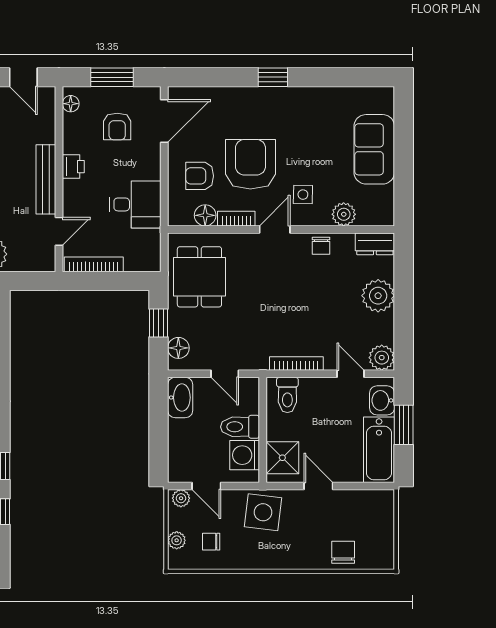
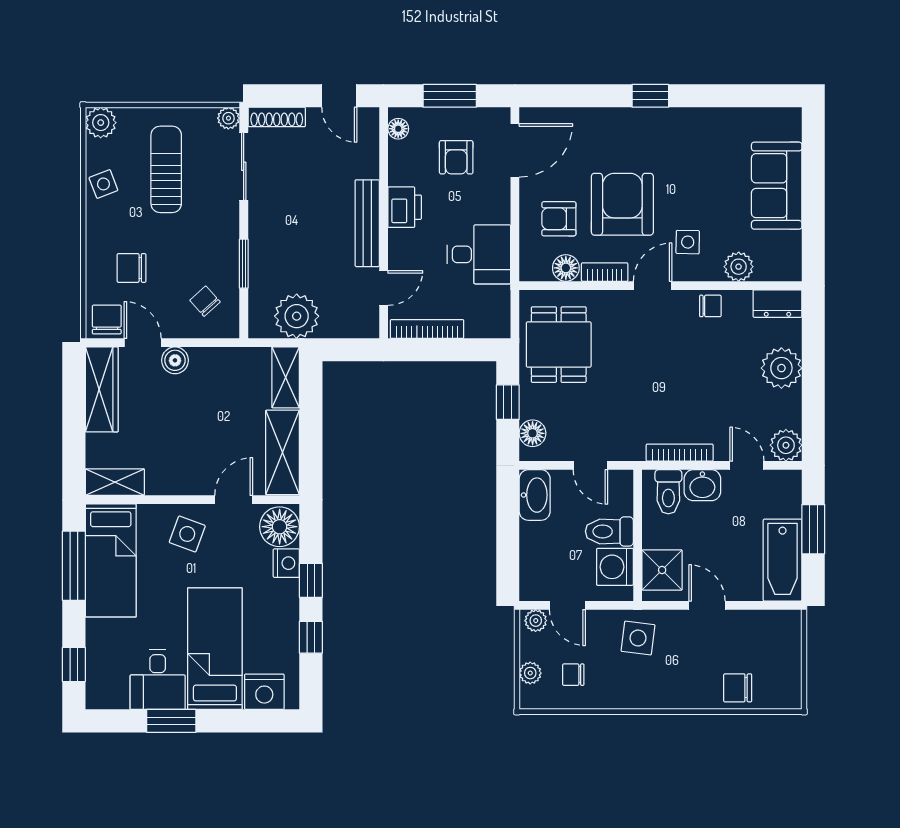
printer: (73, 167) -> (405, 207), width x1.36, depth x1.24
chair: (321, 246) -> (710, 306), turned -90
washbasin: (382, 400) -> (702, 485), moved, turned -90
side table: (263, 512) -> (638, 638), width x0.73, depth x0.73
chair: (343, 552) -> (738, 688), turned -90

